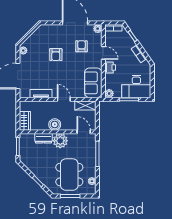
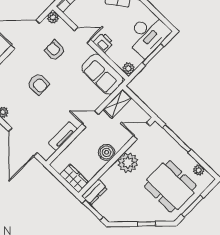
dresser: (43, 138) -> (94, 192), moved

